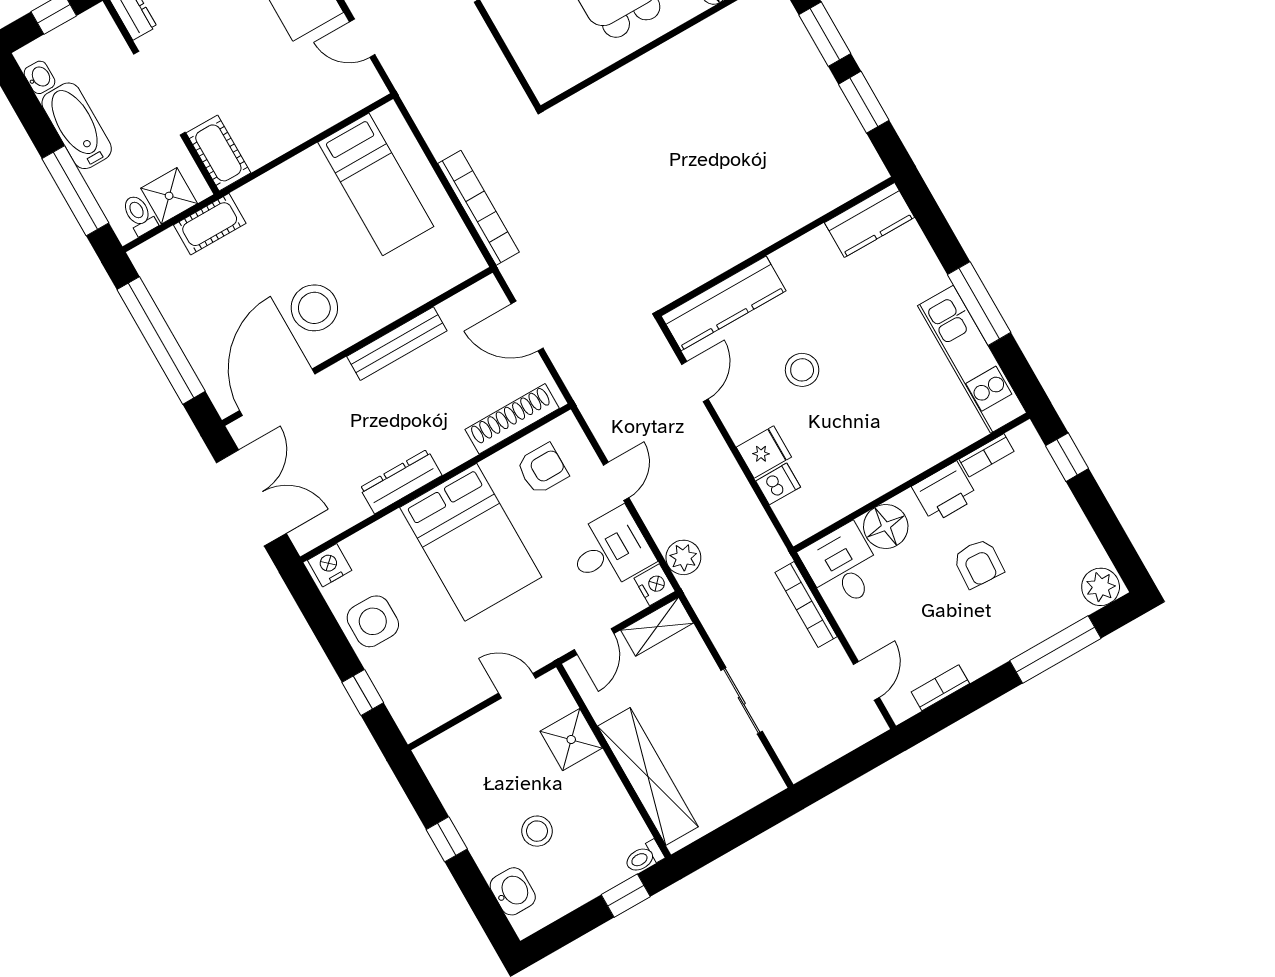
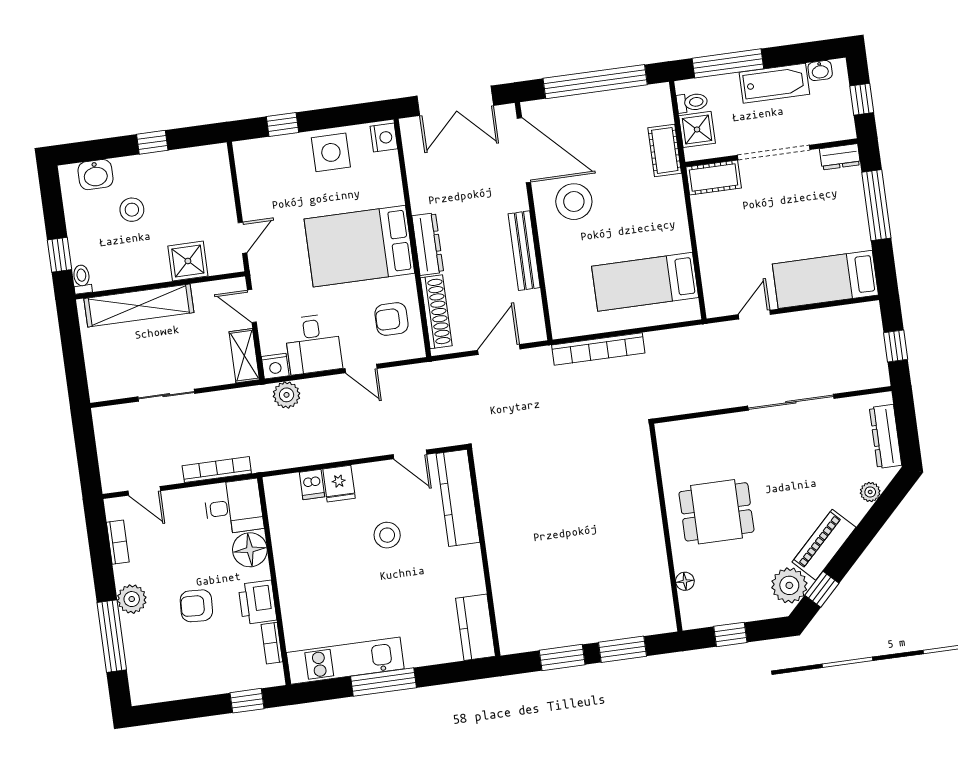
armchair: (542, 469) -> (391, 319), turned 90
dresser: (401, 481) -> (428, 244), moved
plant: (1101, 587) -> (132, 599), moved

